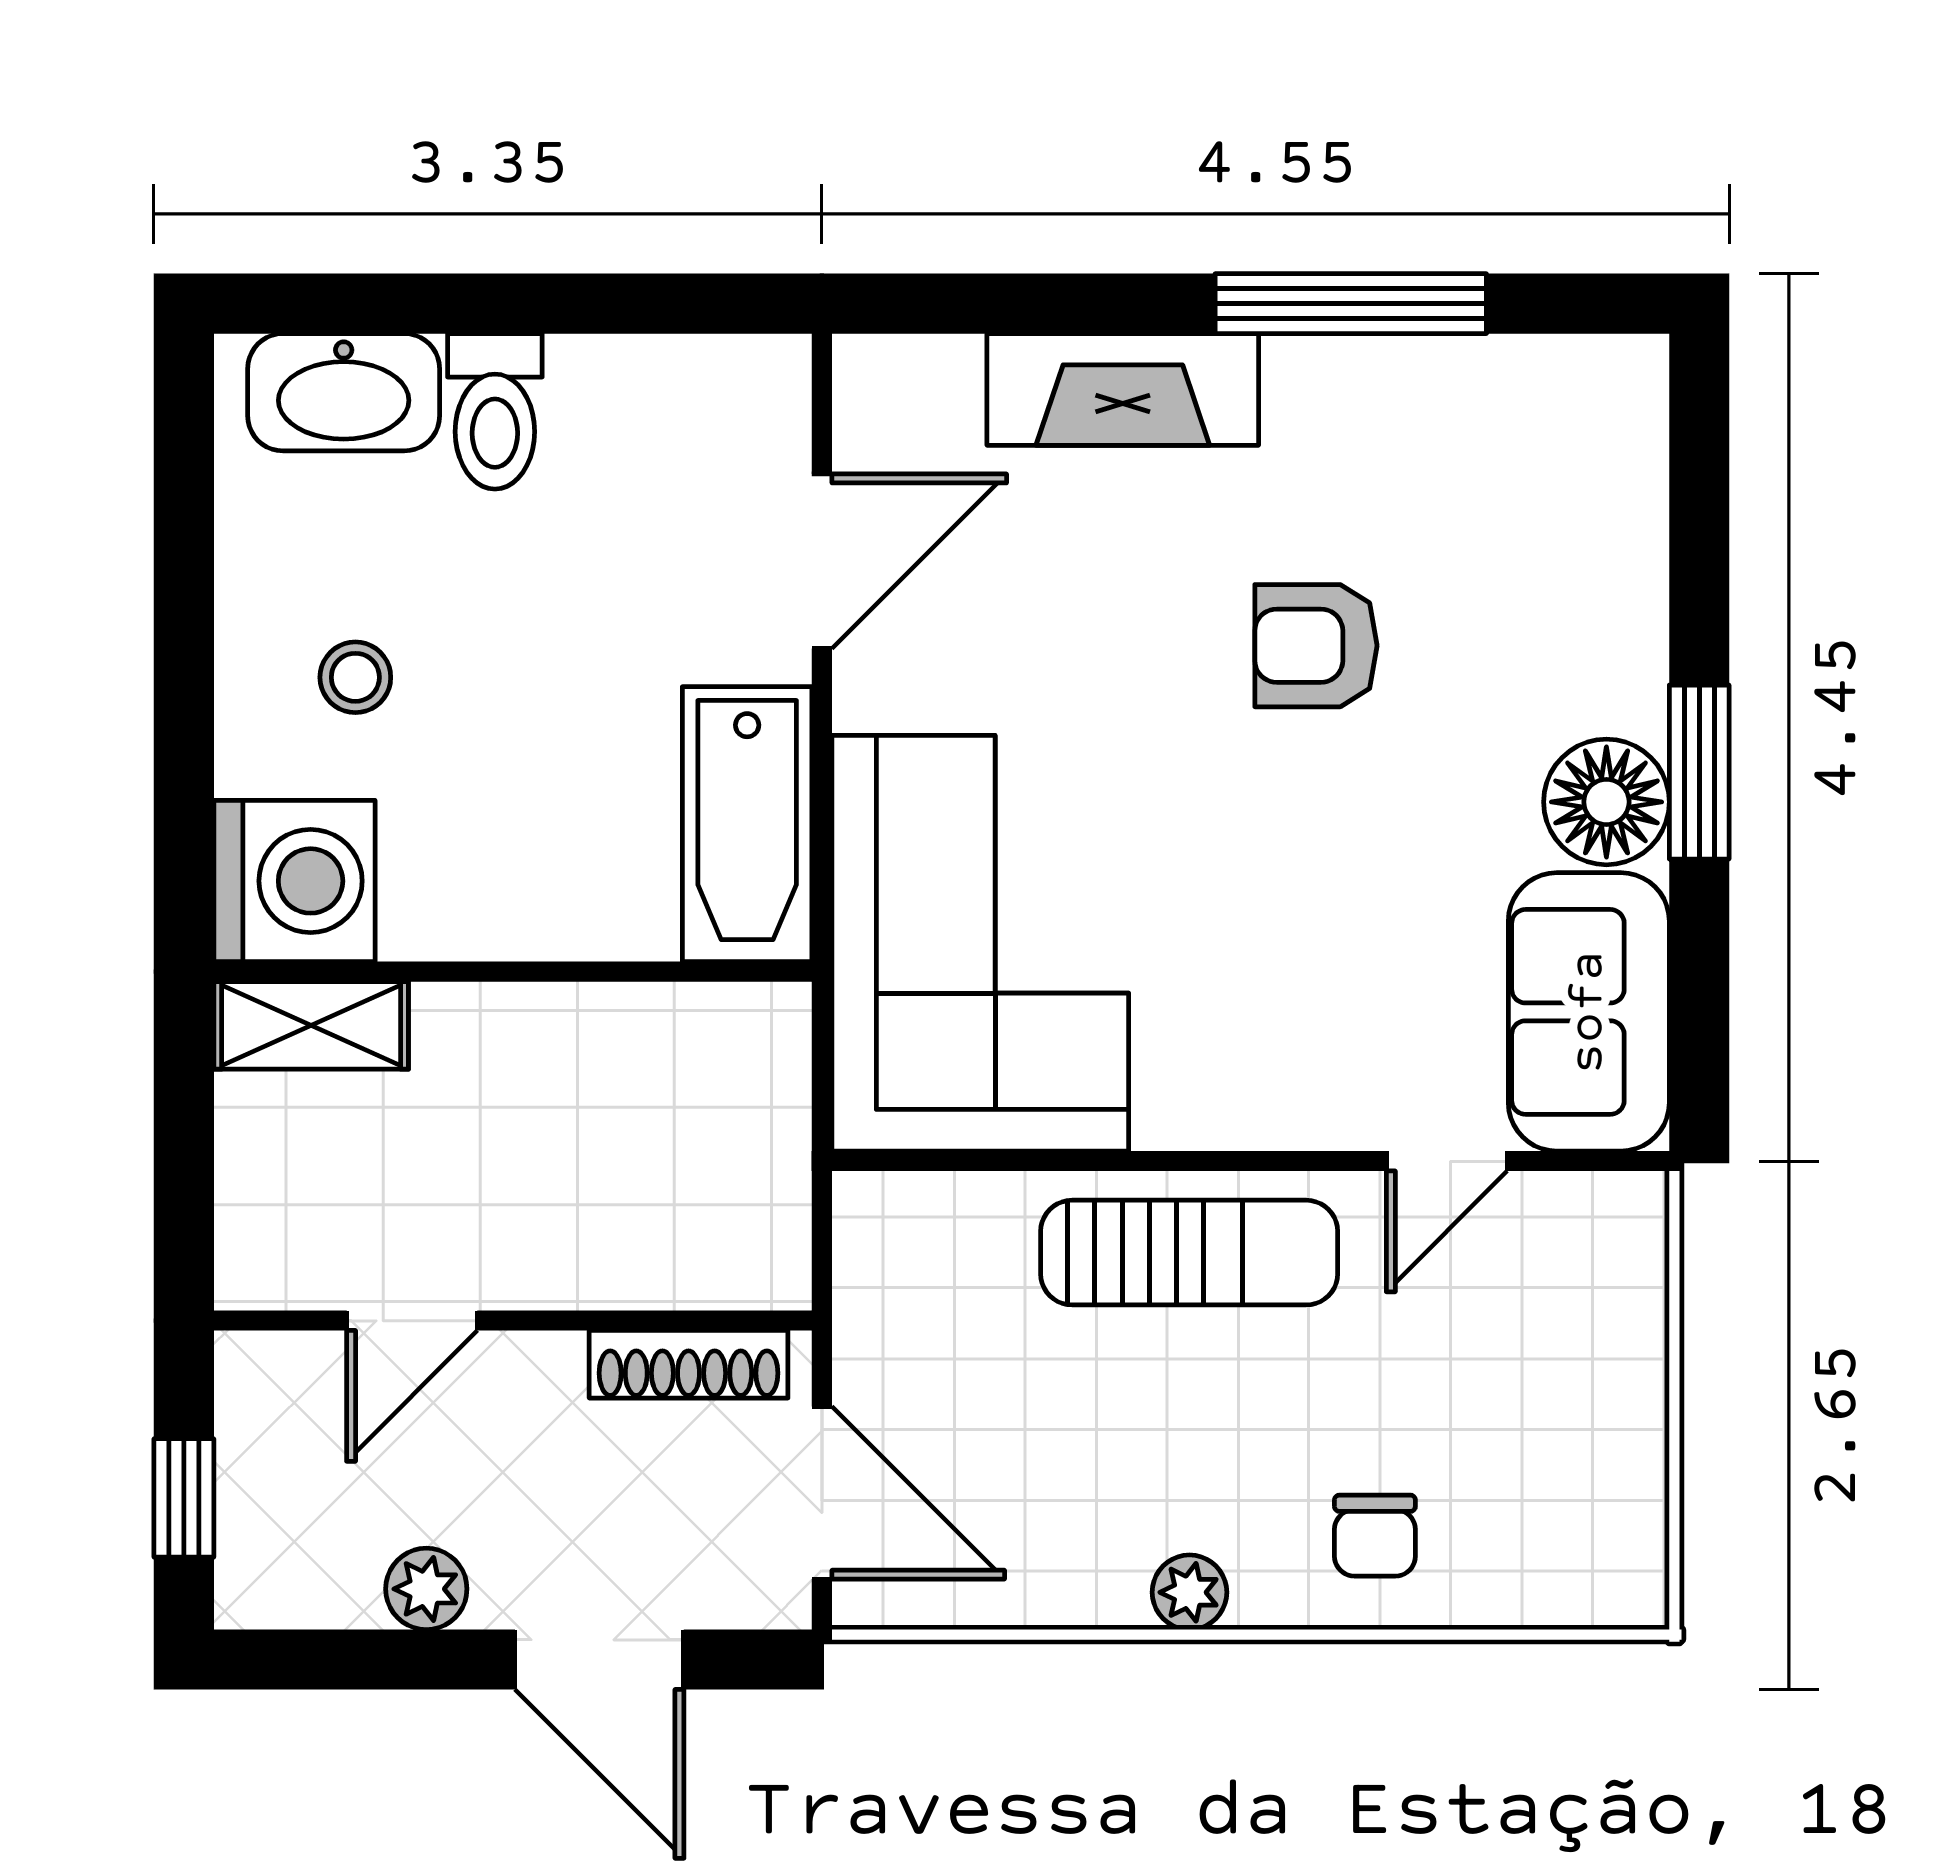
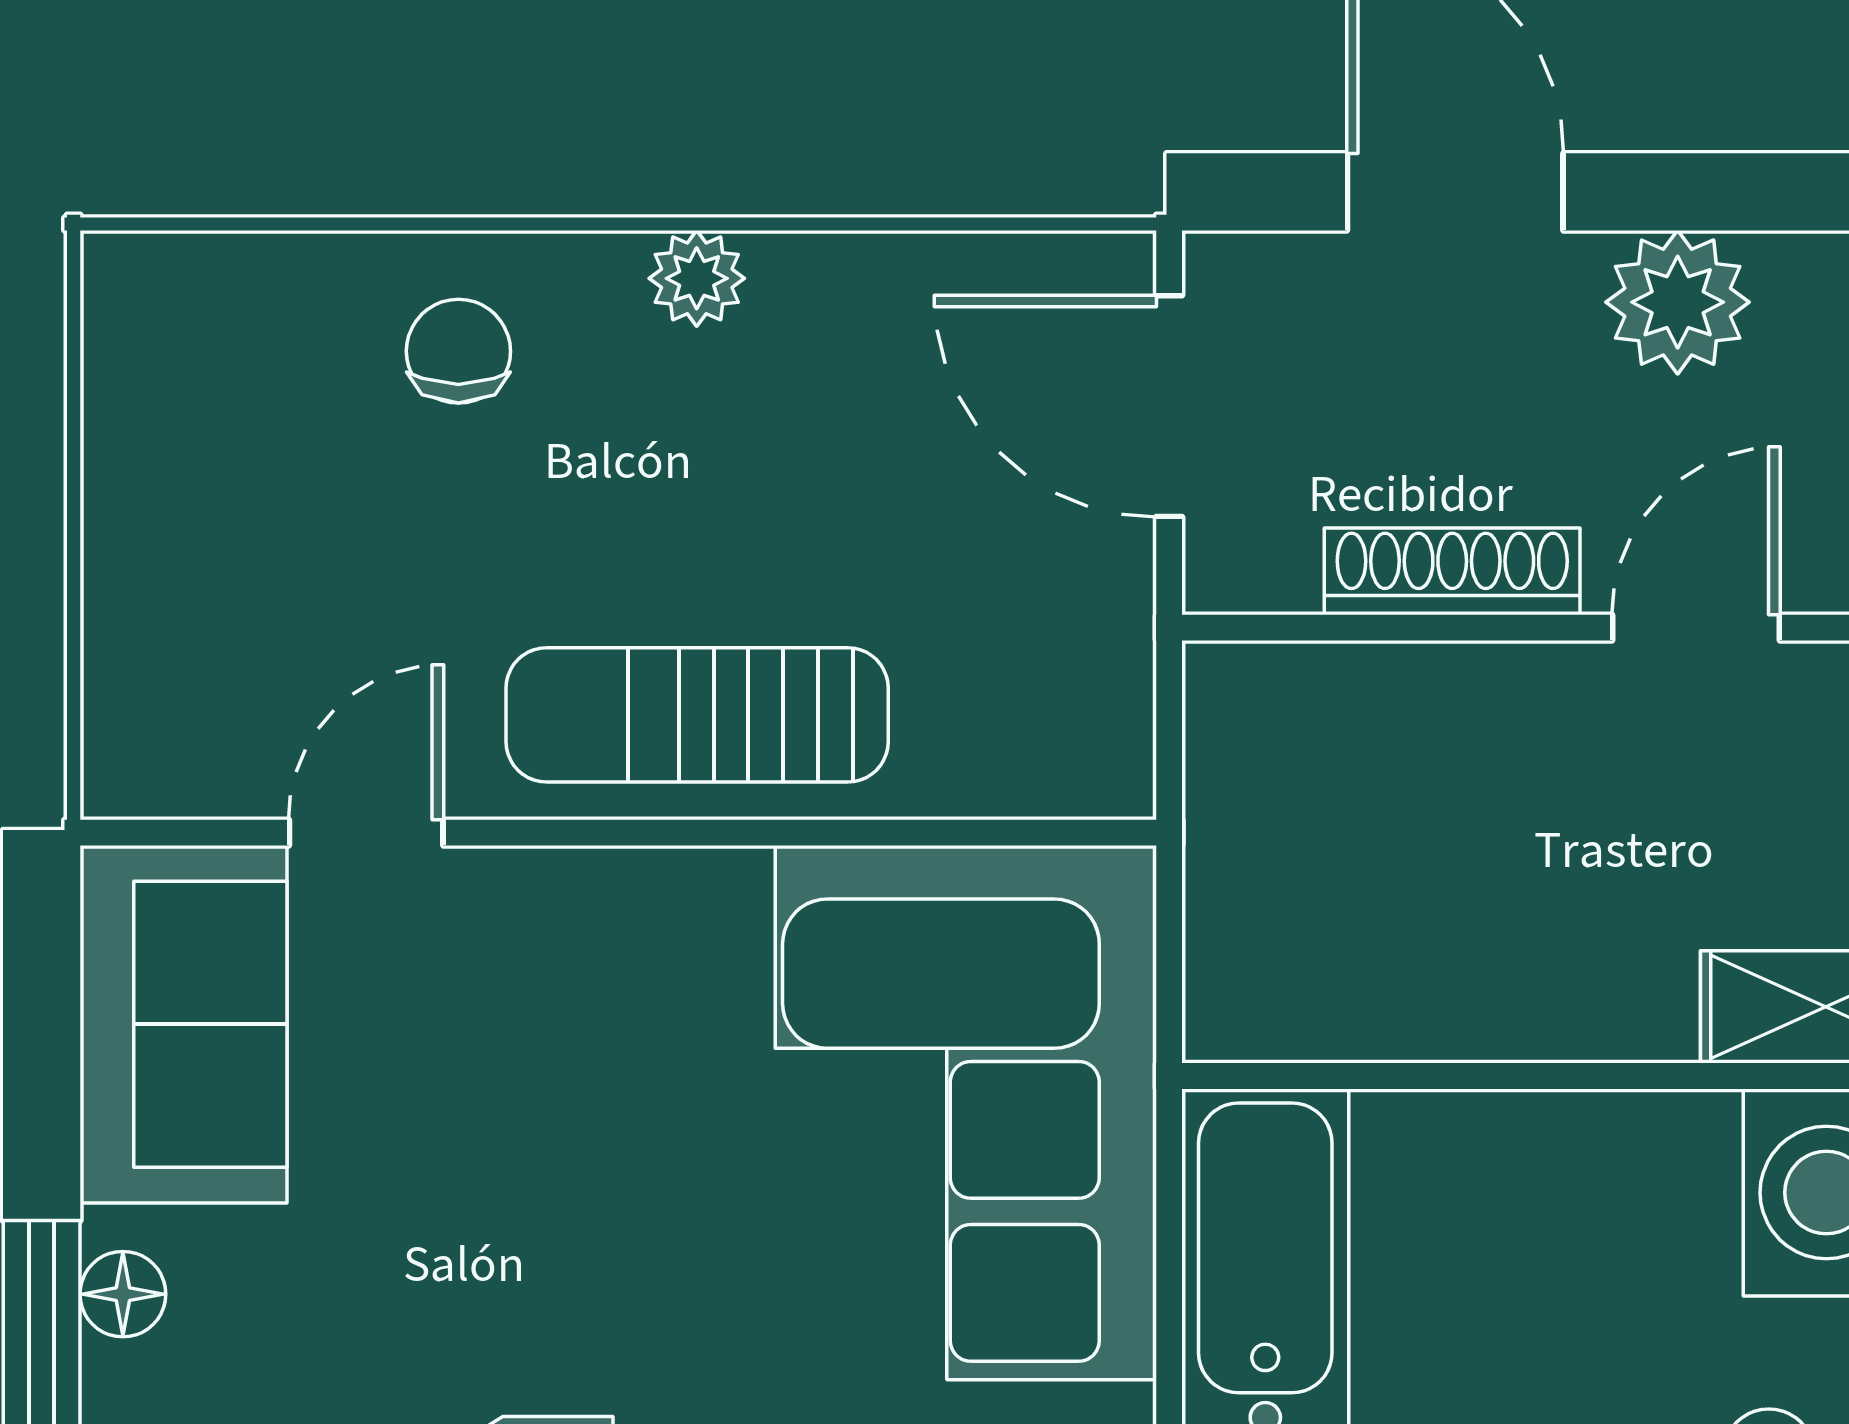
floor lamp: (1606, 802) -> (123, 1294), width x0.53, depth x0.53
shoe rack: (689, 1364) -> (1452, 571), moved
plant: (426, 1589) -> (1678, 302), width x1.38, depth x1.38

